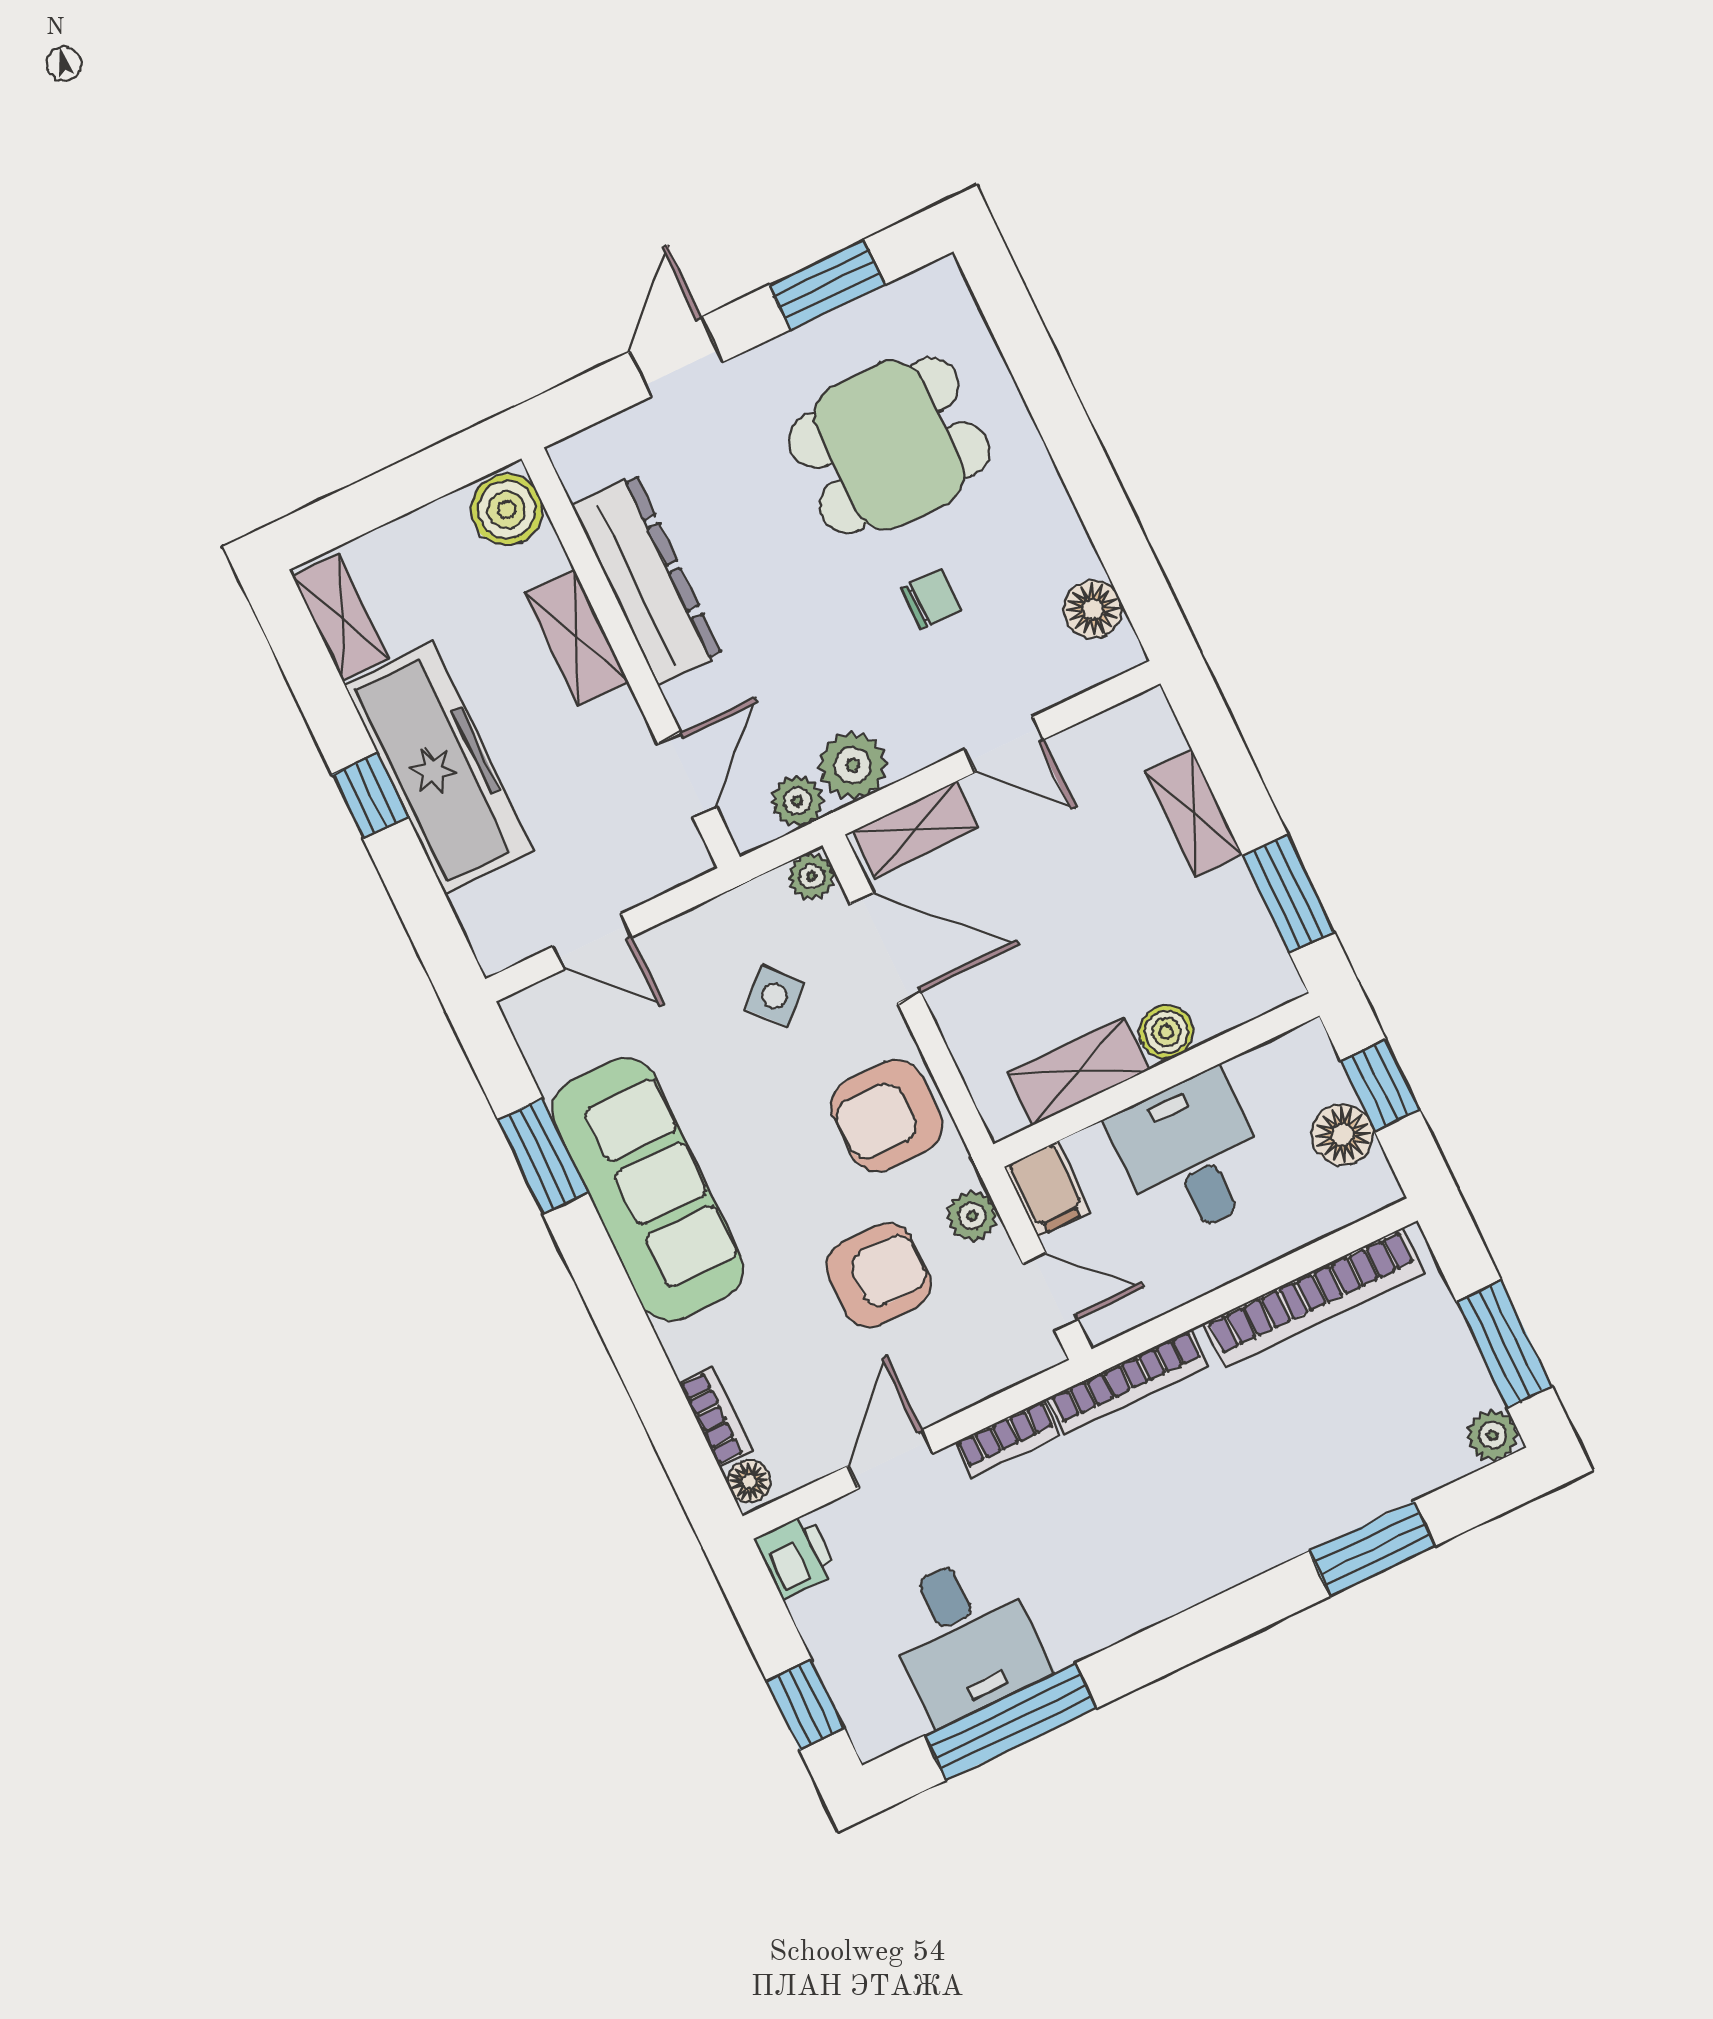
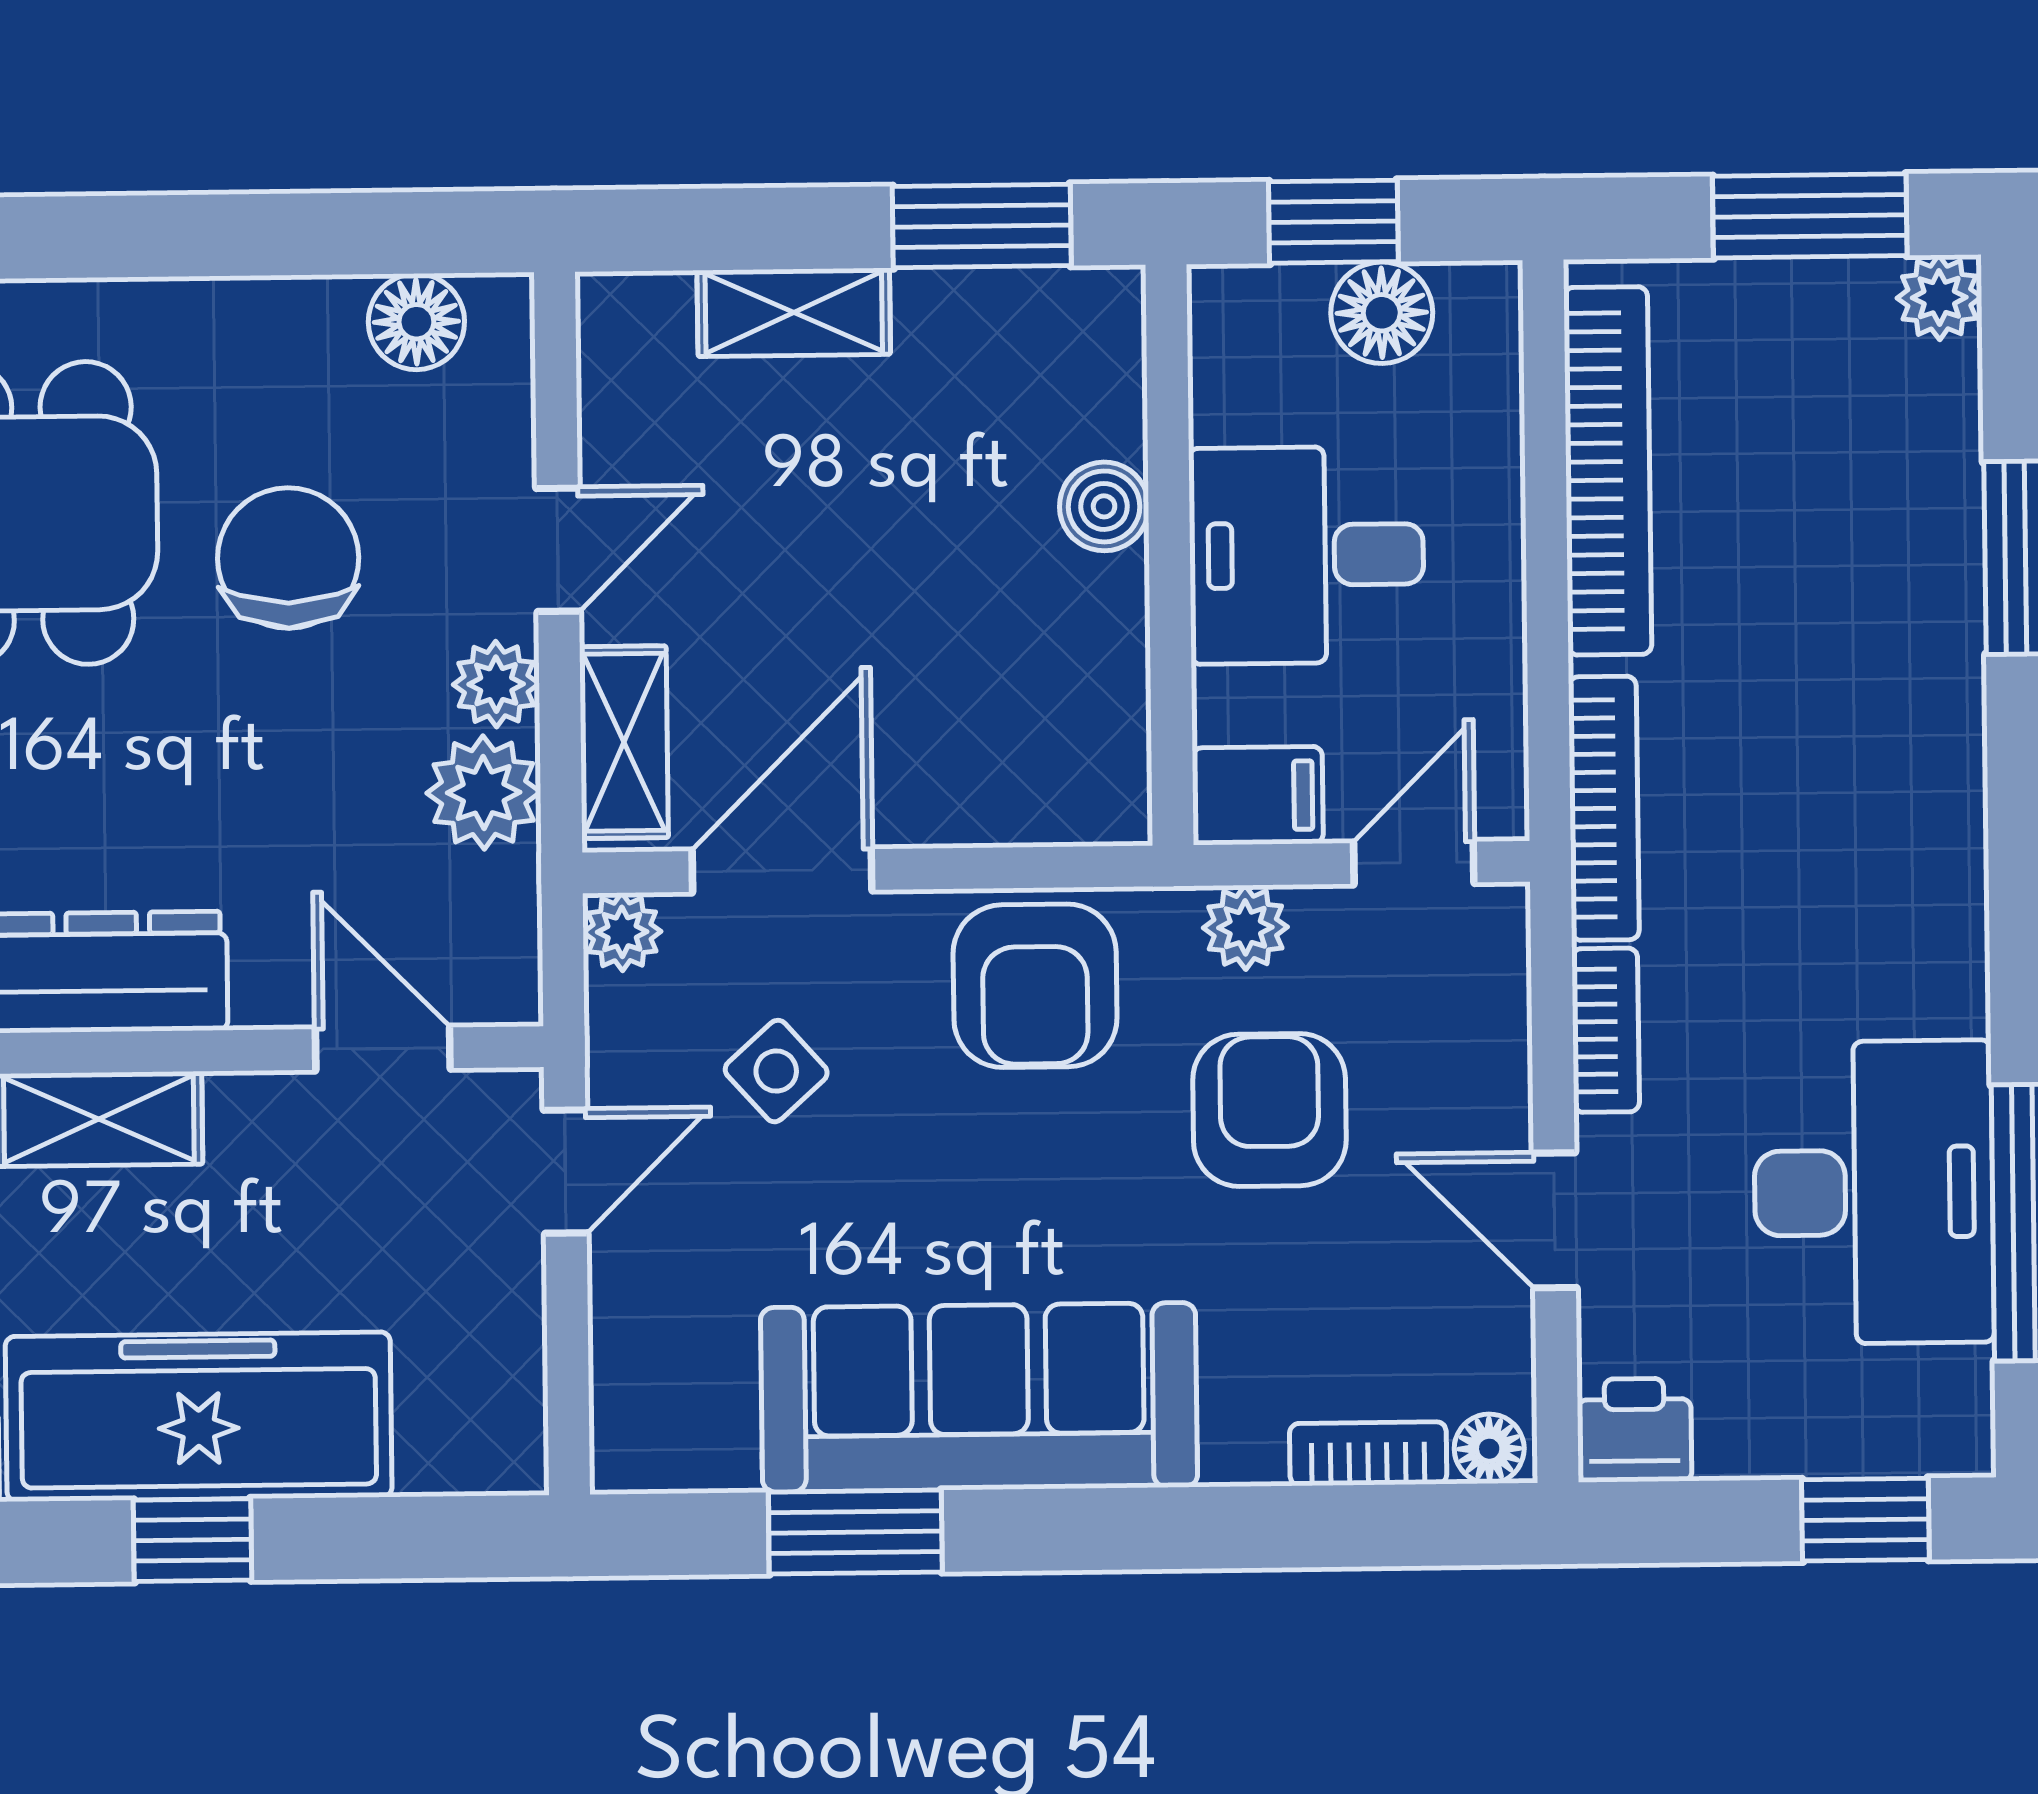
chair: (931, 599) -> (288, 558), width x1.87, depth x1.87
plant: (797, 801) -> (496, 684), moved
door: (592, 942) -> (566, 1171), moved
shelving: (1078, 1071) -> (1102, 667), removed
desk: (964, 1637) -> (1874, 1192), width x1.37

